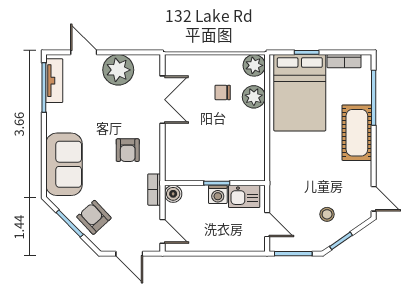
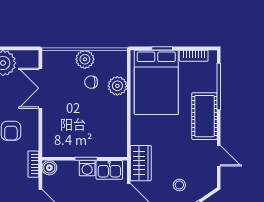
plant: (254, 65) -> (85, 59), moved
double door: (162, 100) -> (40, 88), swing flipped
wardrobe: (281, 188) -> (141, 163), added
door: (374, 199) -> (219, 156), moved

